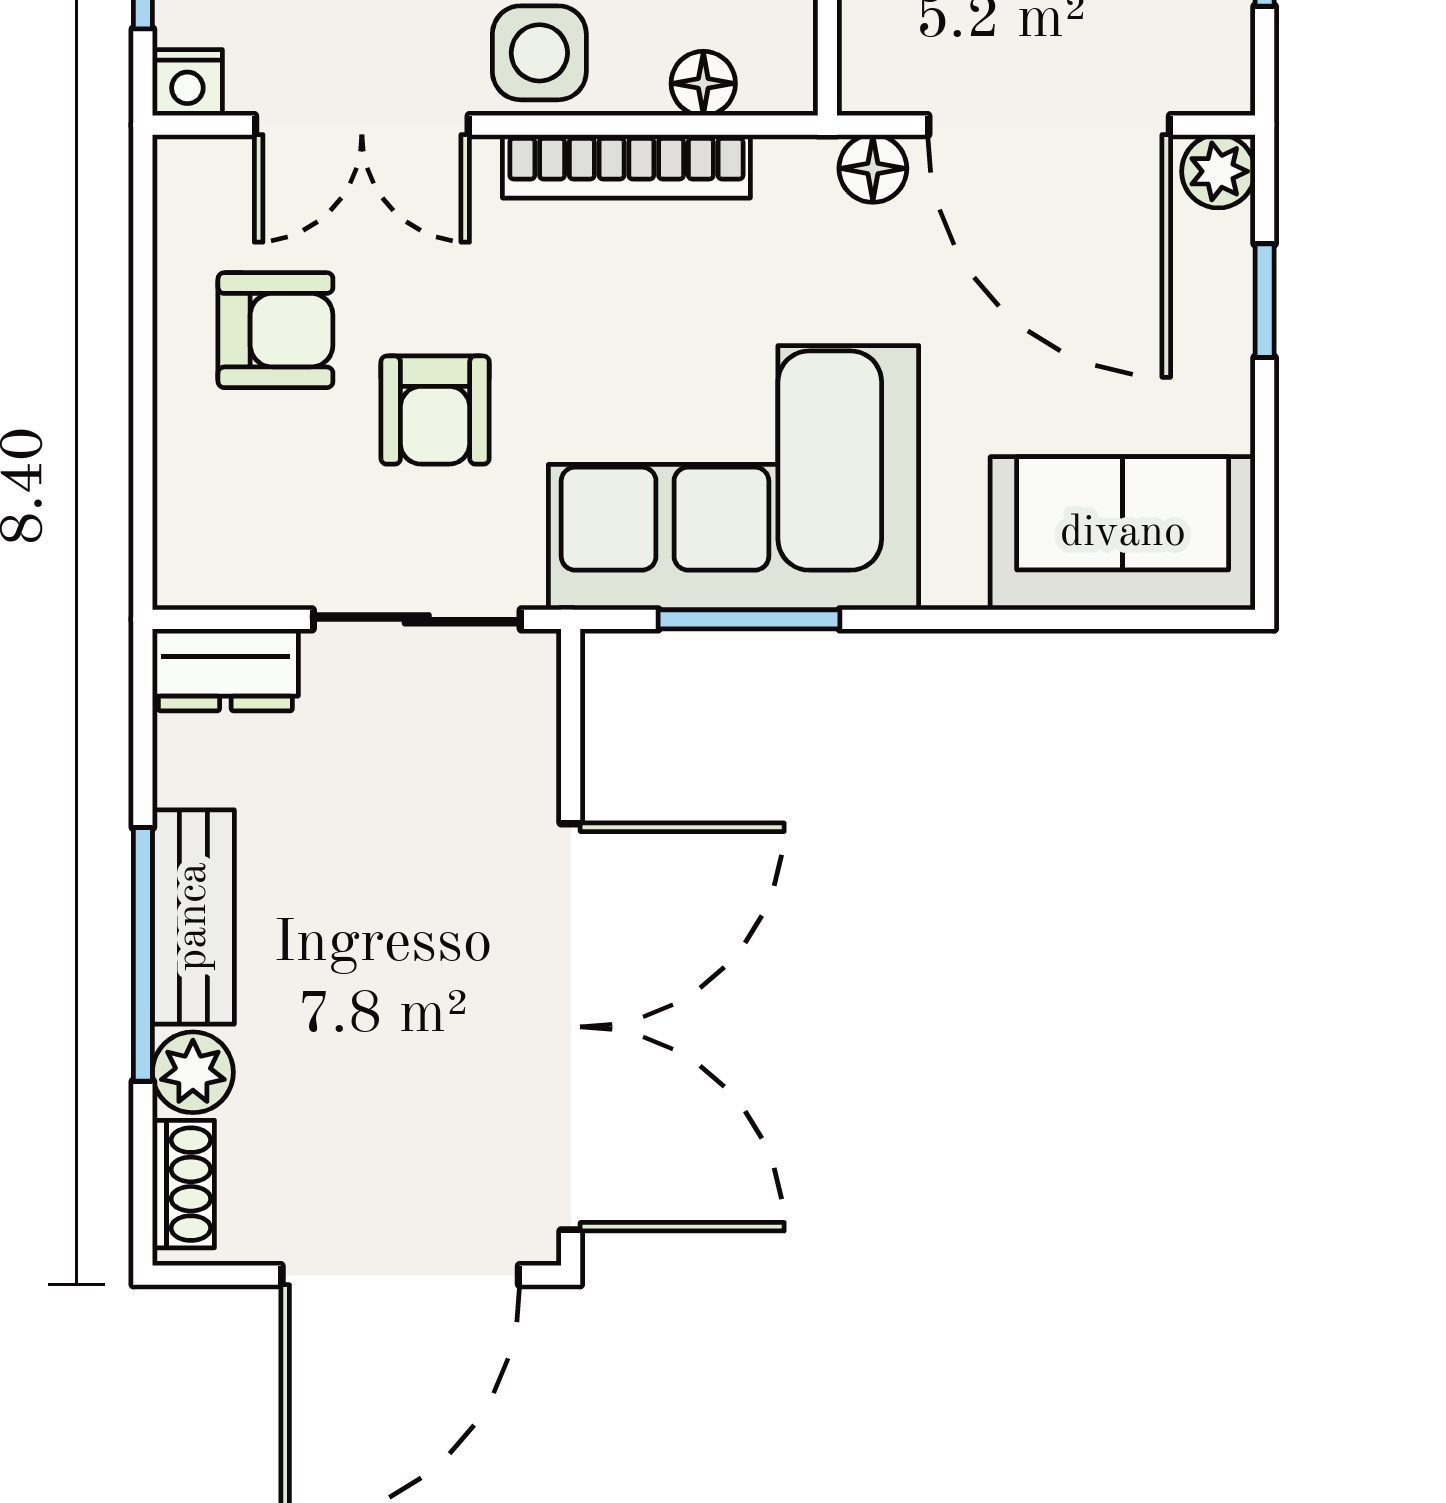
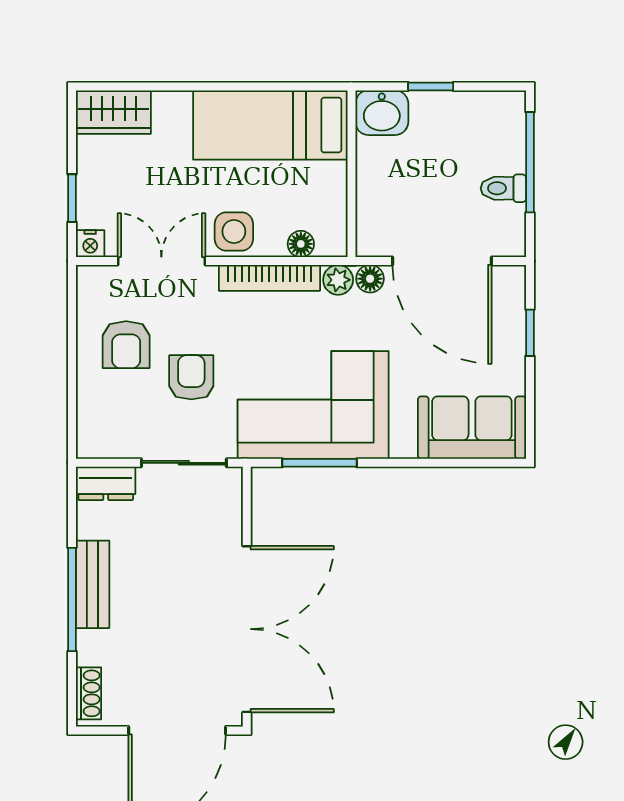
double door: (362, 125) -> (161, 261), swing flipped
plant: (1218, 171) -> (338, 280), moved
armchair: (275, 330) -> (126, 345), turned 90
armchair: (435, 410) -> (191, 377), turned 180
plant: (193, 1072) -> (92, 648), removed

